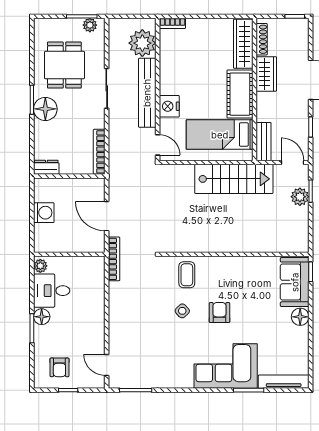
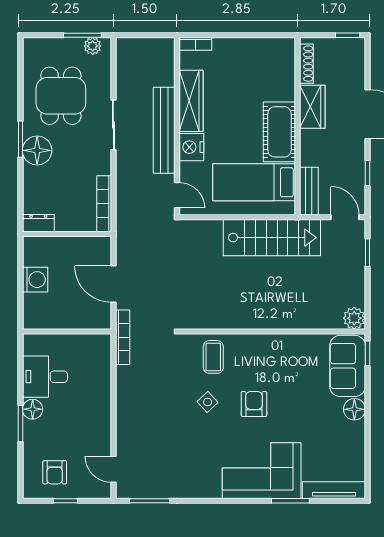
plant: (142, 43) -> (158, 68), removed
wardrobe: (243, 44) -> (191, 101), moved, turned 180
plant: (300, 197) -> (354, 318), moved
plant: (40, 266) -> (31, 346), removed

